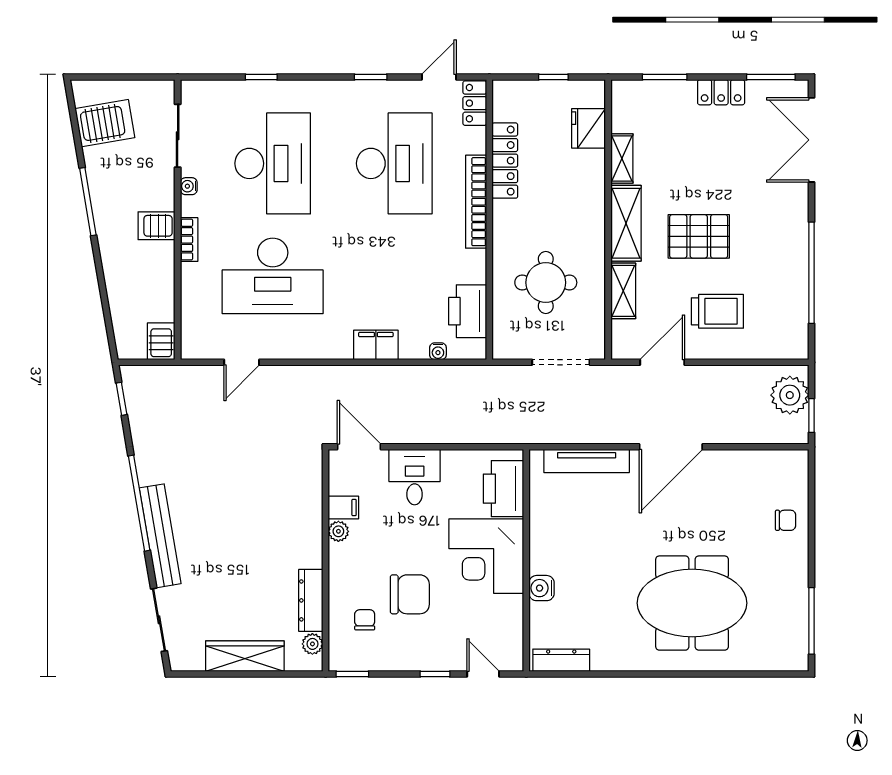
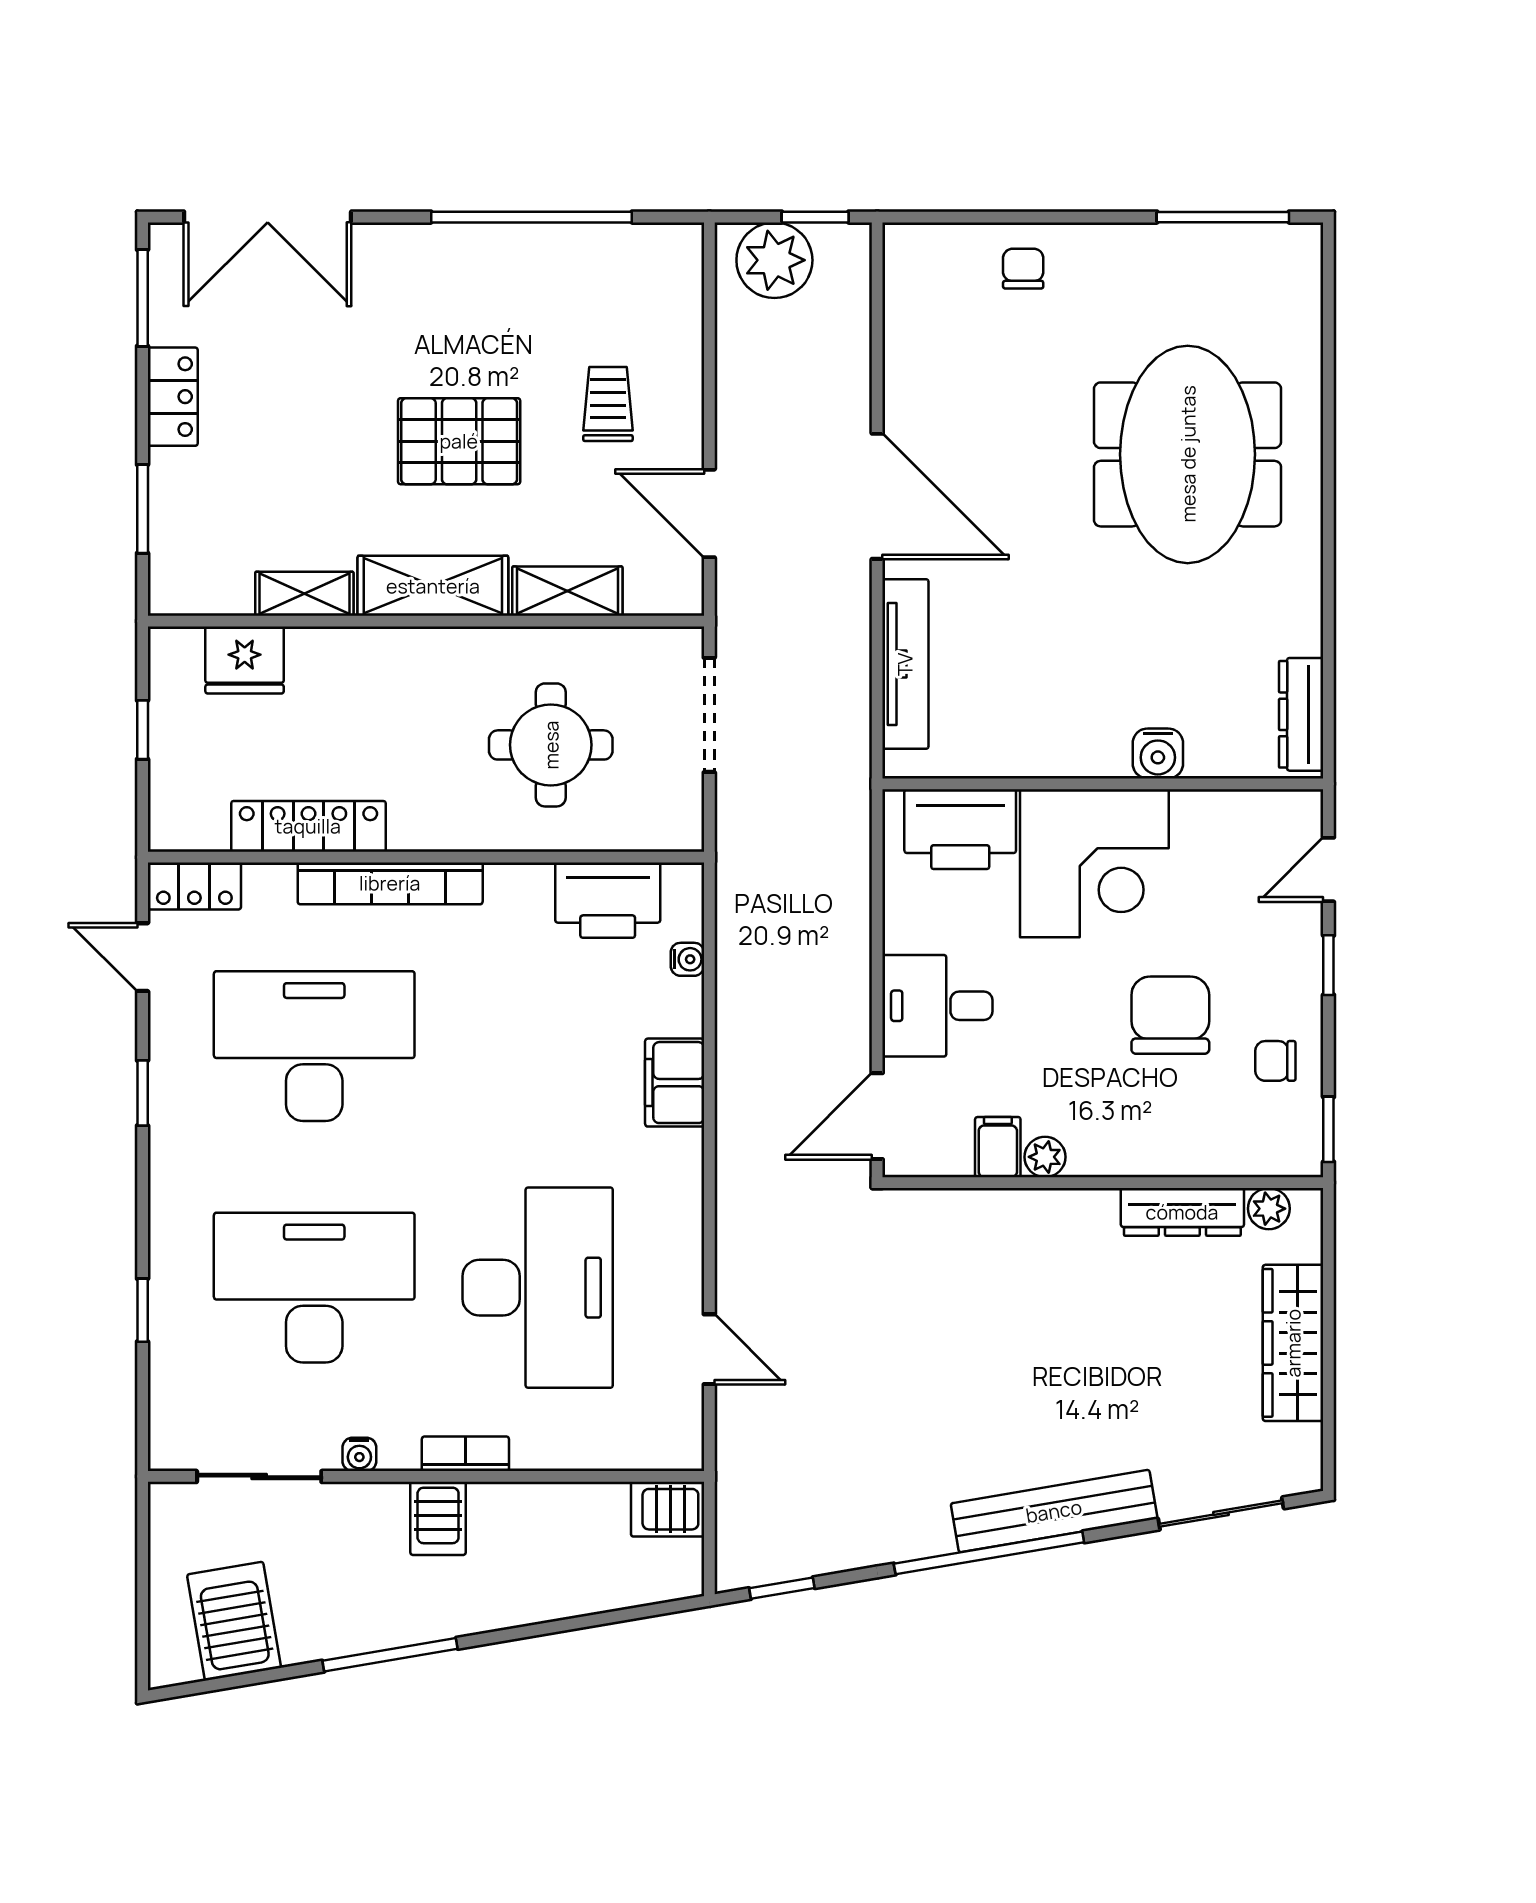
pallet: (699, 236) -> (459, 441), turned 90
trolley: (717, 311) -> (608, 404), width x0.73, depth x0.72
chair: (365, 620) -> (1275, 1061), moved

